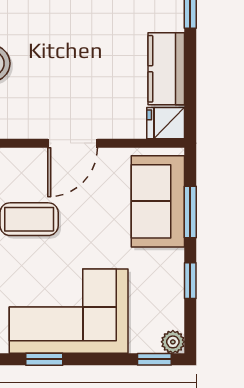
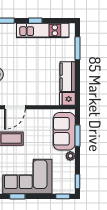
door: (73, 143) -> (15, 107), moved
window: (190, 281) -> (78, 181), moved
plant: (173, 342) -> (70, 156), moved

